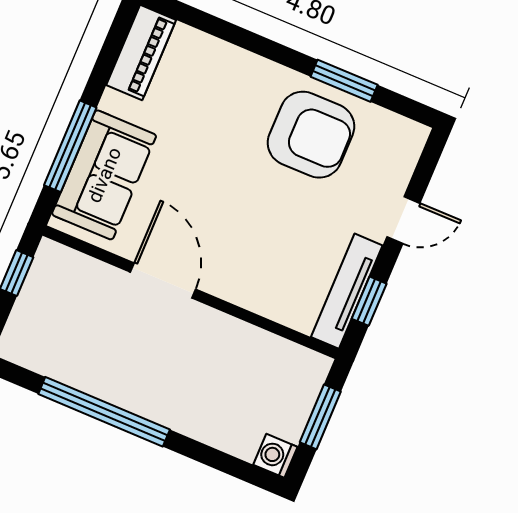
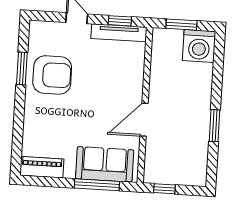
armchair: (311, 135) -> (52, 75), turned 90
window: (104, 412) -> (214, 126), width x0.47
washing machine: (275, 456) -> (199, 46), width x1.89, depth x1.89

